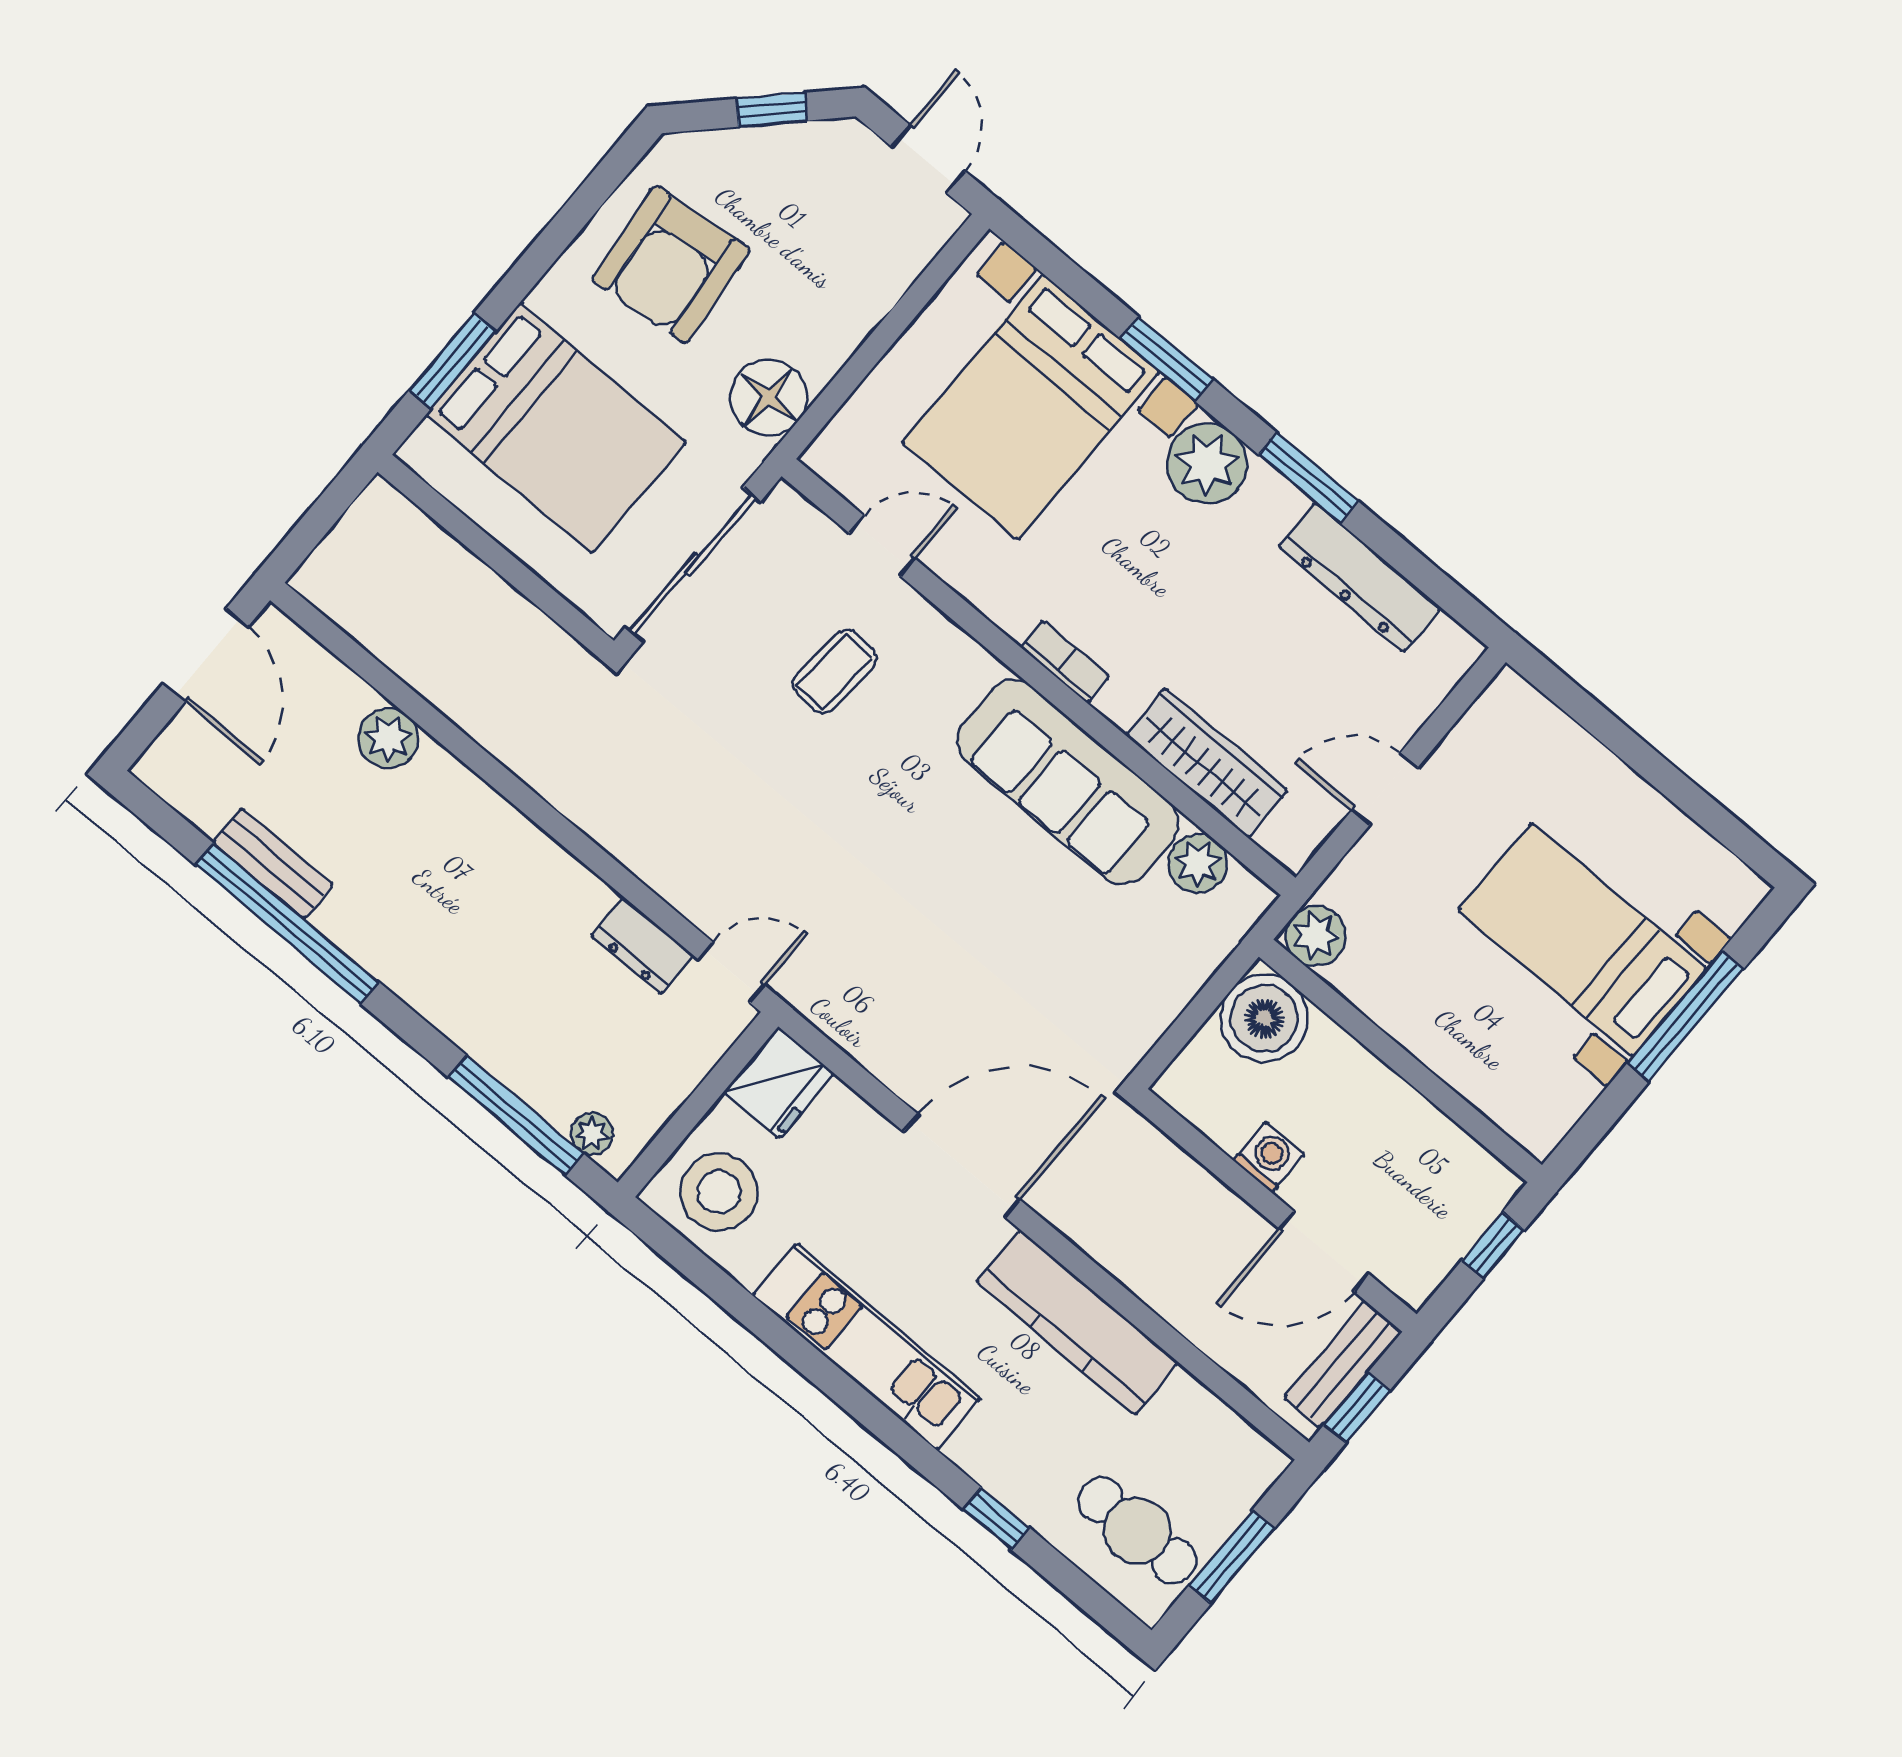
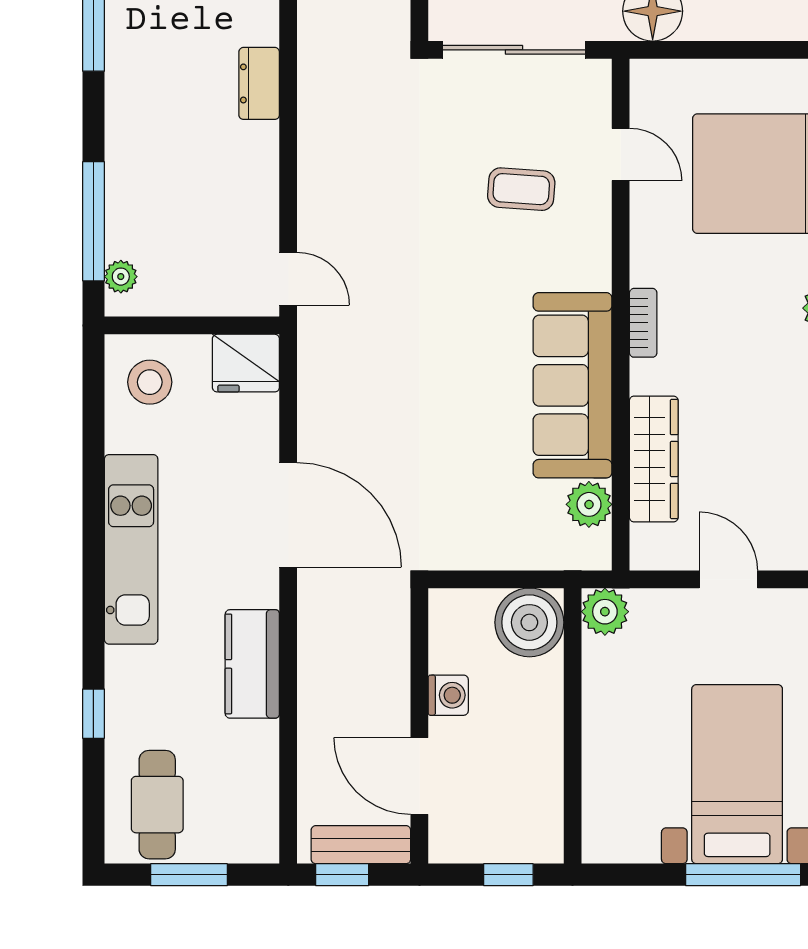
dresser: (642, 946) -> (259, 83), moved
stool: (719, 1192) -> (150, 382), width x0.73, depth x0.73
kitchen counter: (1078, 1323) -> (252, 664), width x0.67

